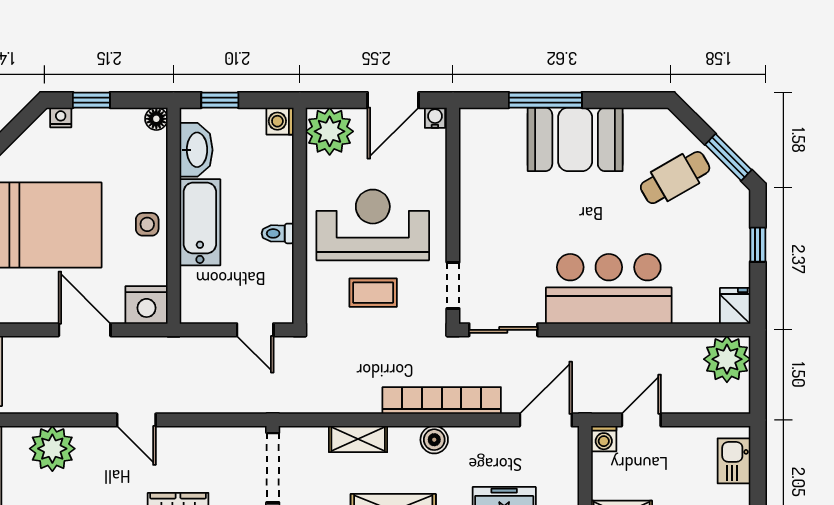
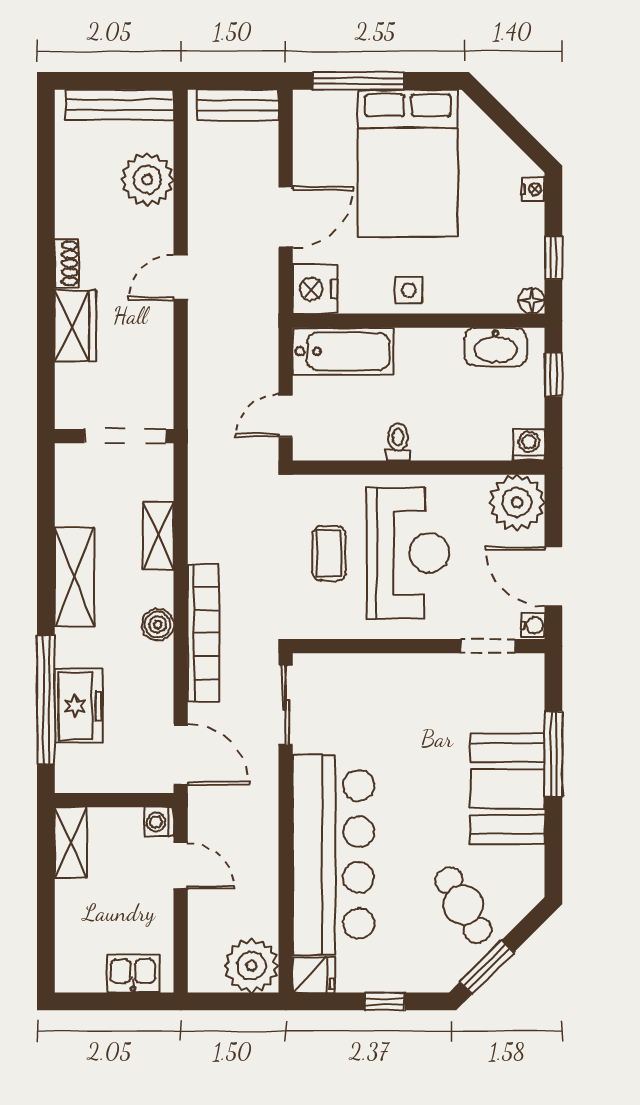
window: (91, 100) -> (553, 258), moved
bathtub: (200, 222) -> (343, 351), moved
doorway: (453, 285) -> (488, 646), moved
bar counter: (609, 289) -> (333, 855), width x1.36

